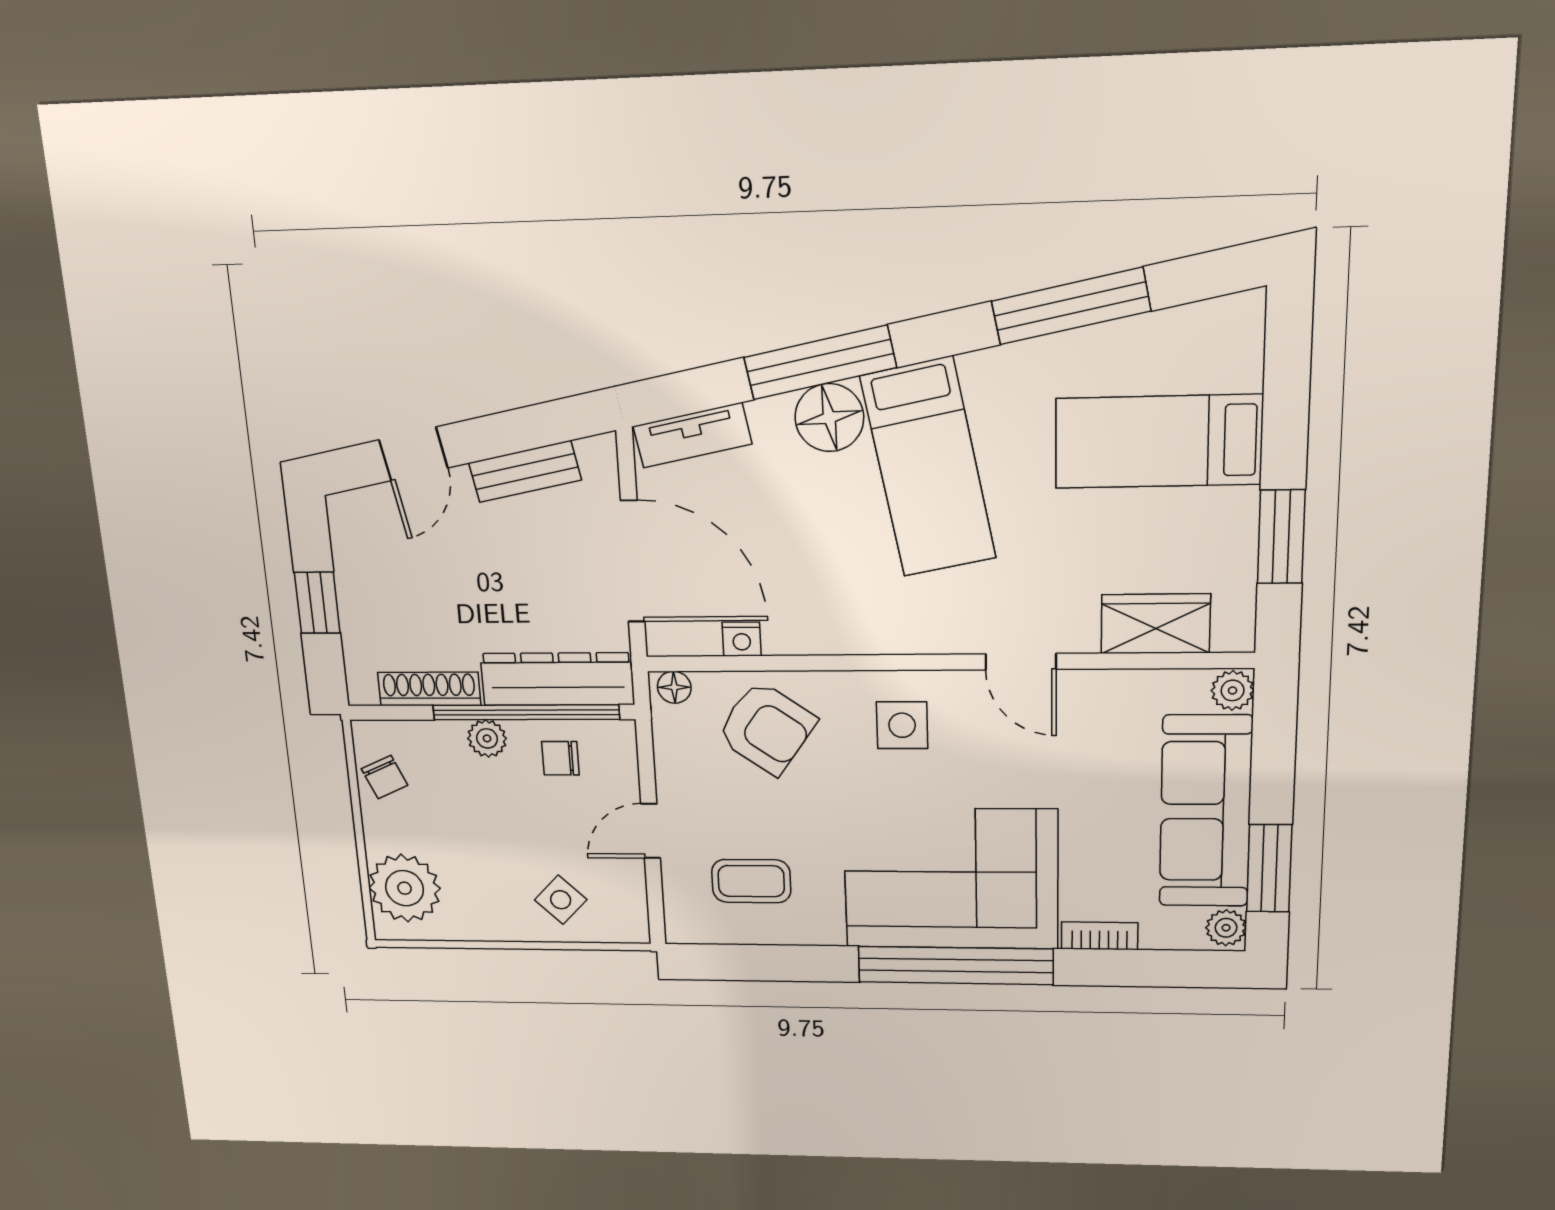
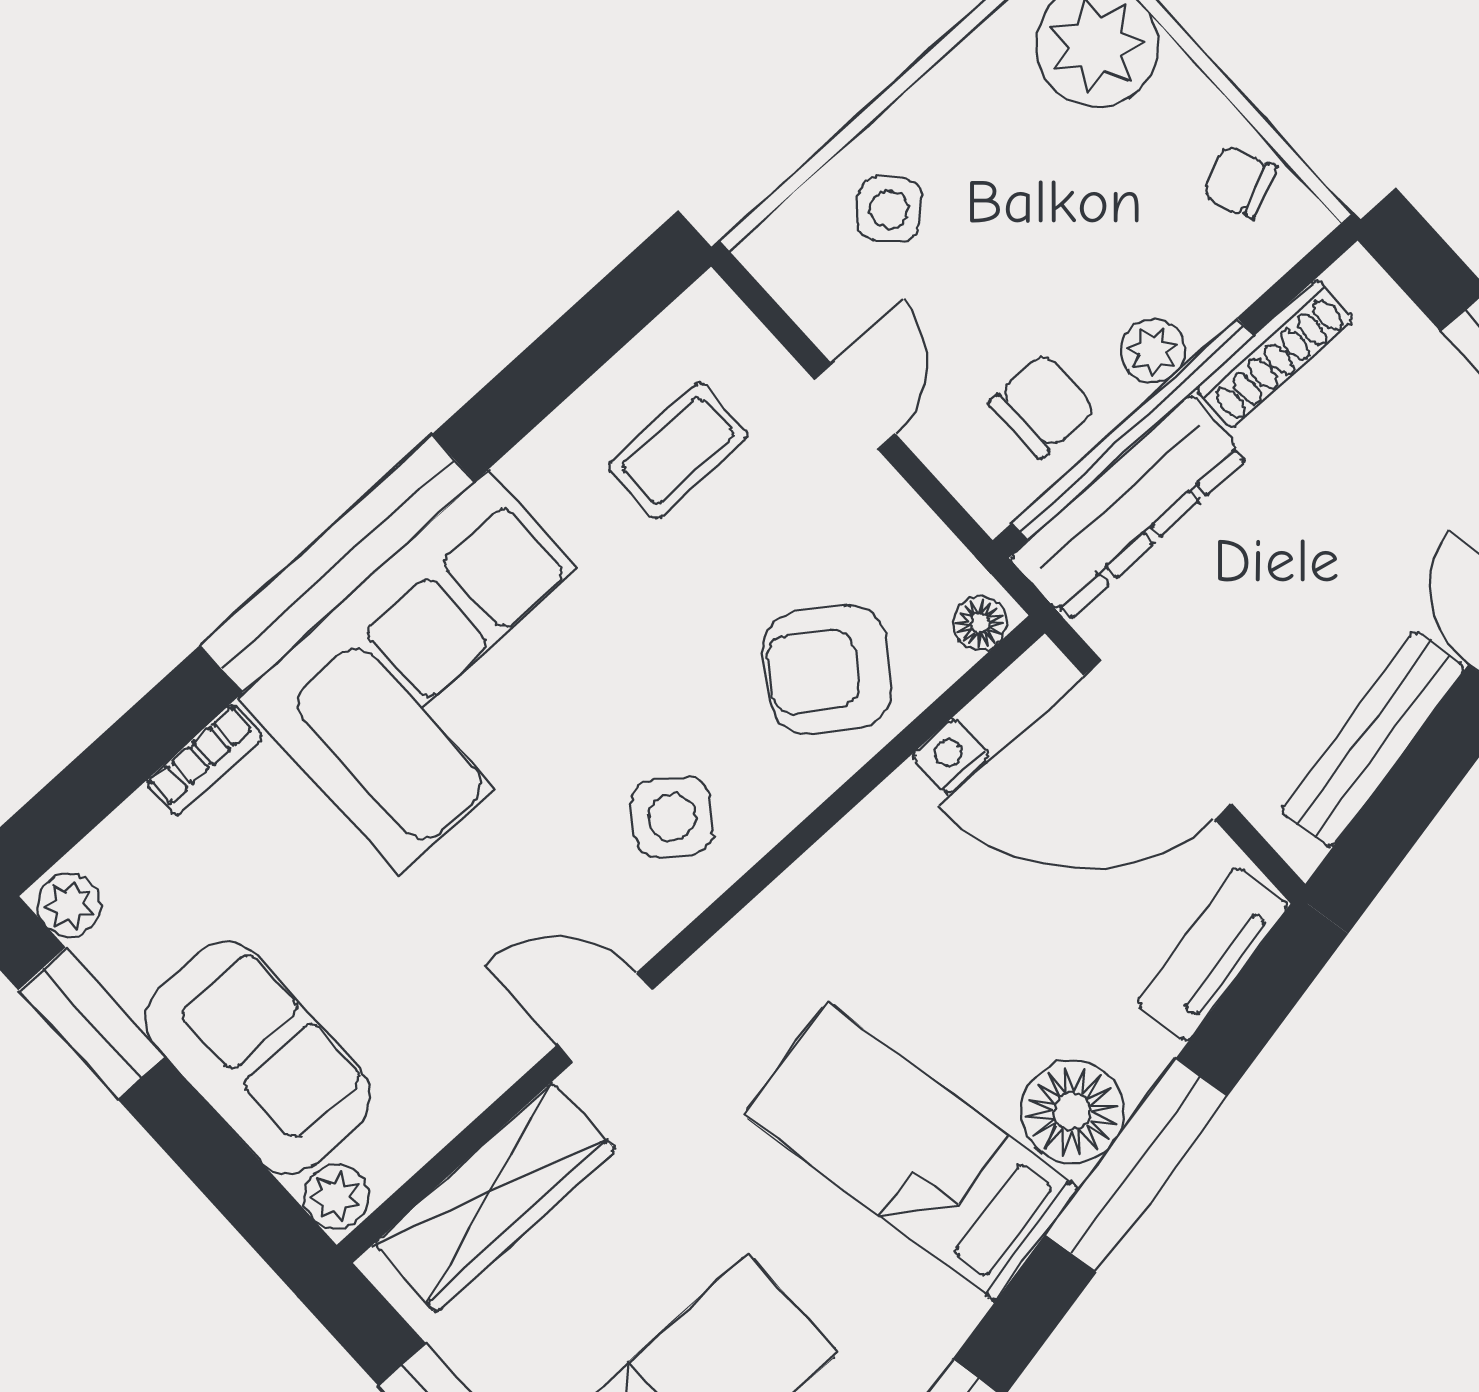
bench: (525, 471) -> (1373, 739), width x1.36
wardrobe: (1156, 624) -> (494, 1197), width x1.50
side table: (902, 725) -> (672, 817), turned 38
chair: (560, 758) -> (1042, 405), width x1.37, depth x1.37
sofa: (1206, 812) -> (258, 1058), width x0.73

